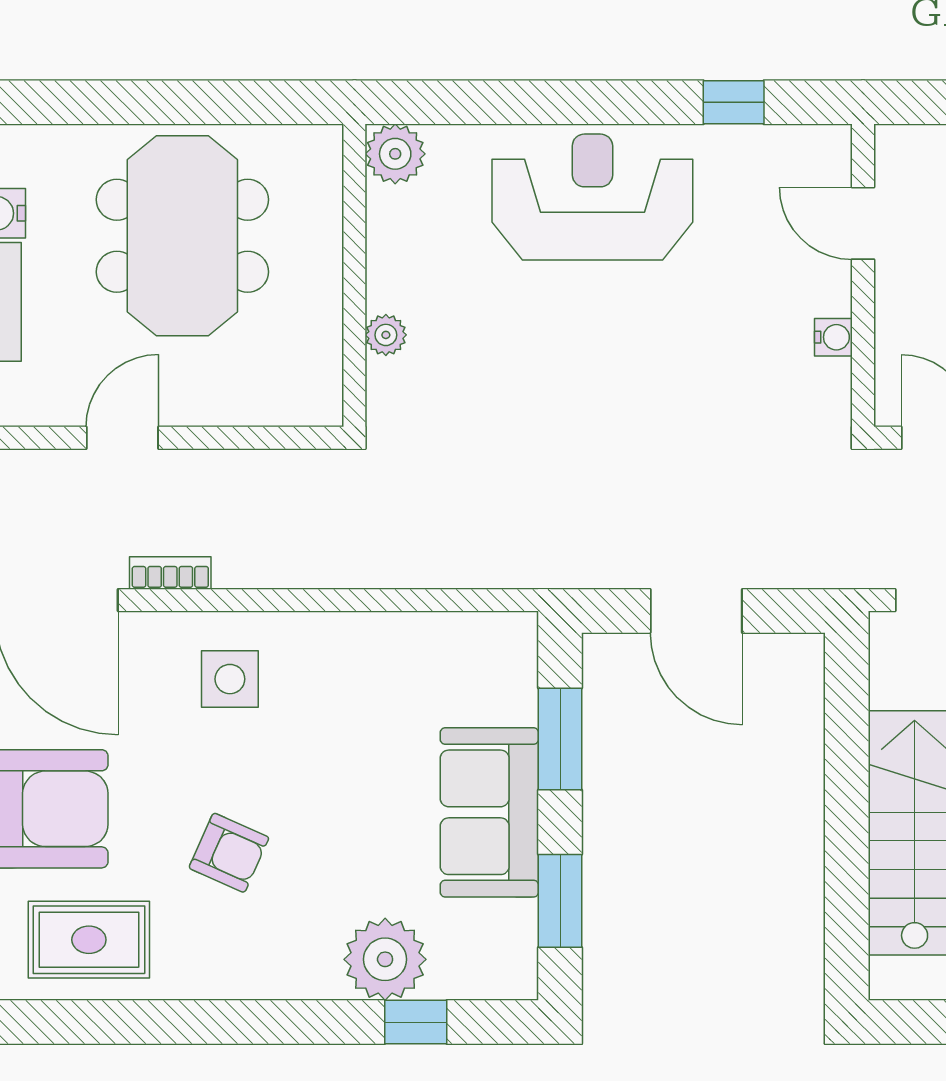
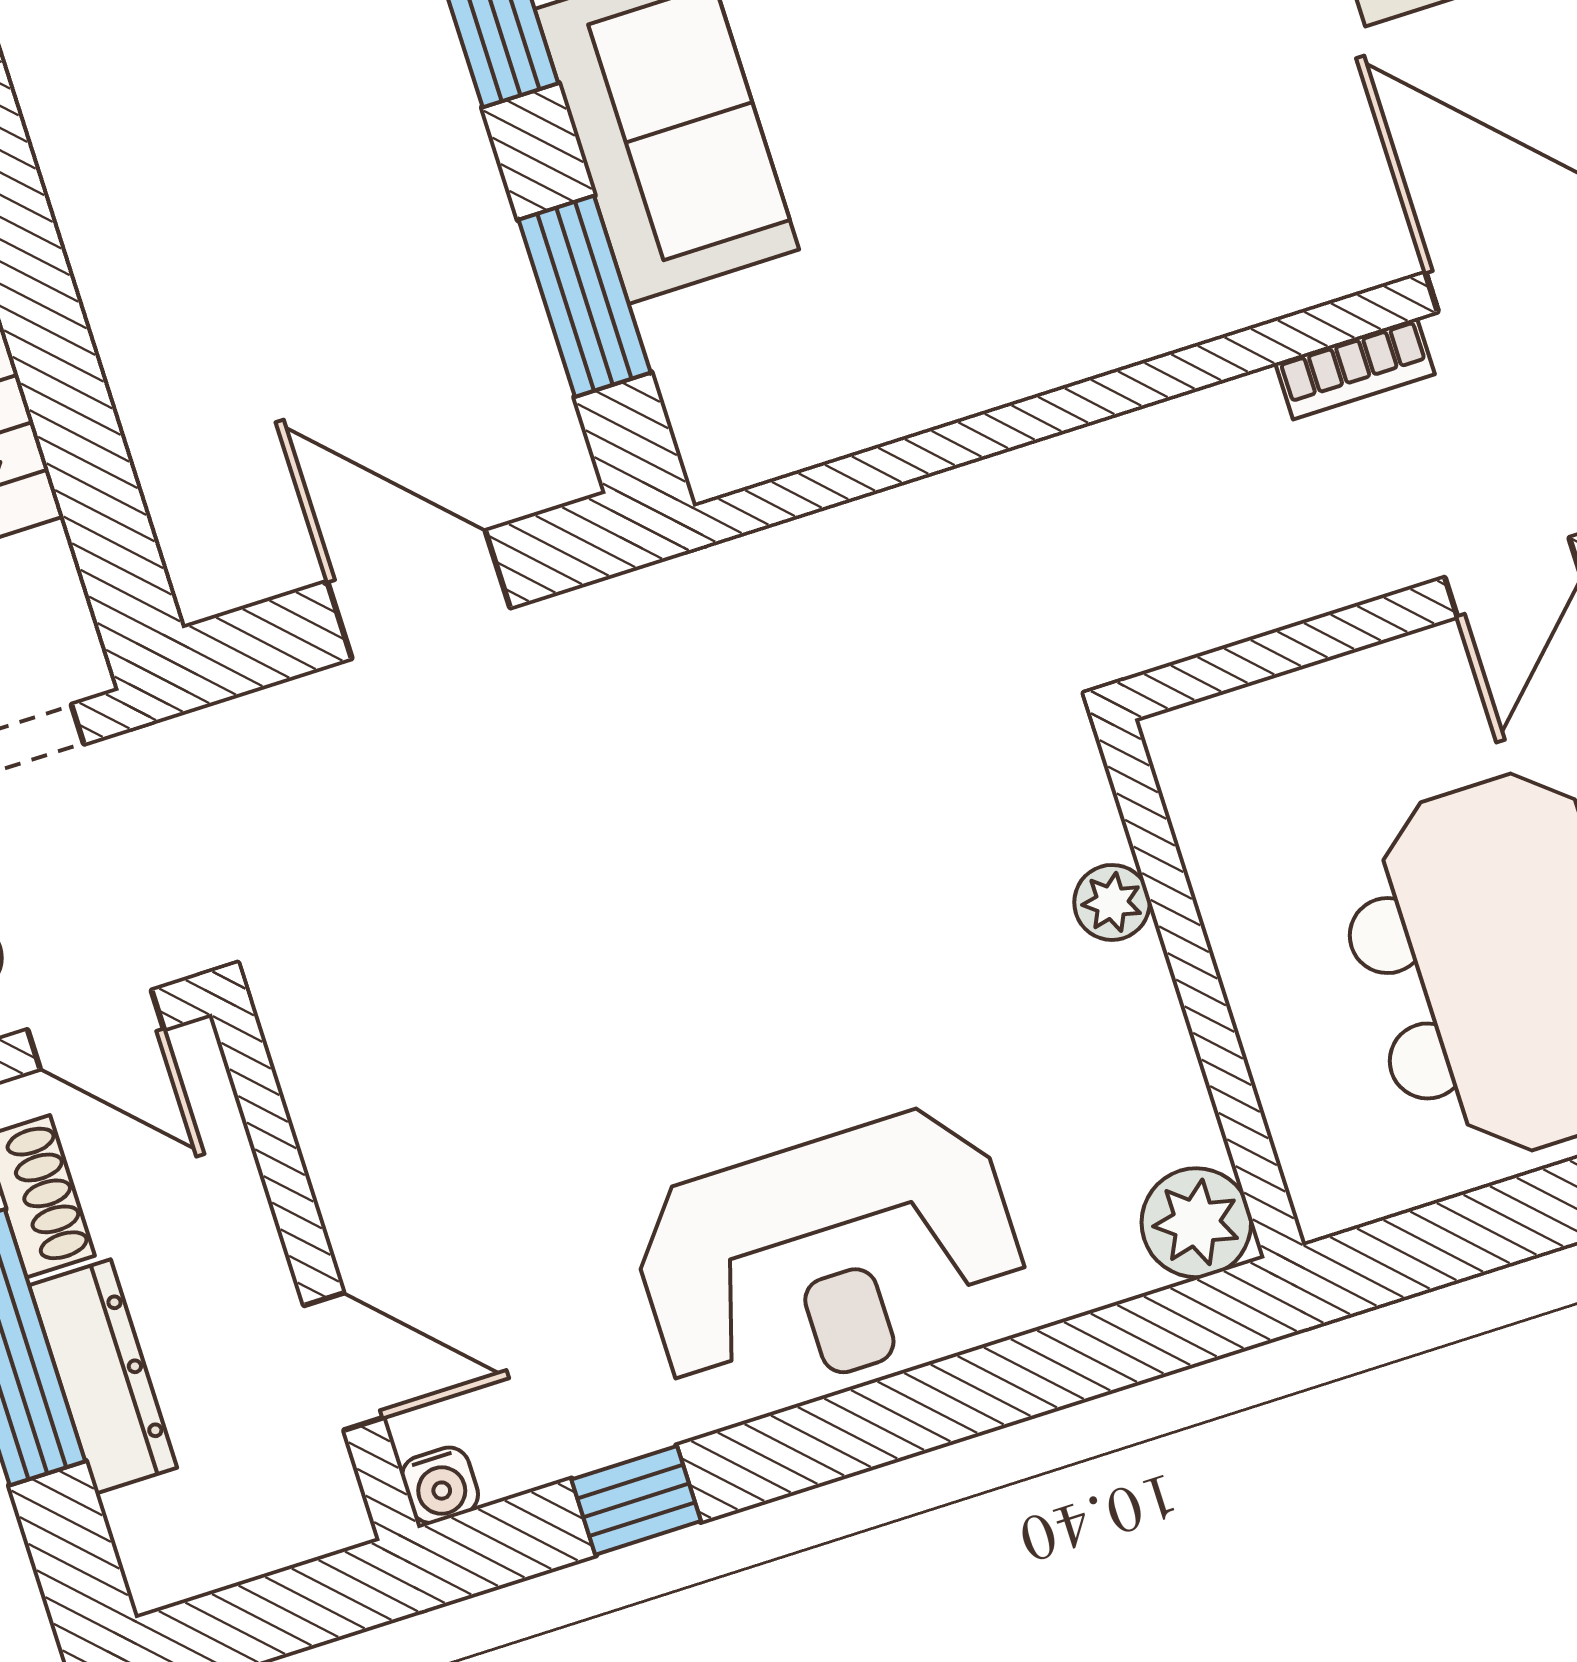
water cooler: (833, 337) -> (440, 1485), moved, turned -90
side table: (230, 679) -> (1192, 217), removed

